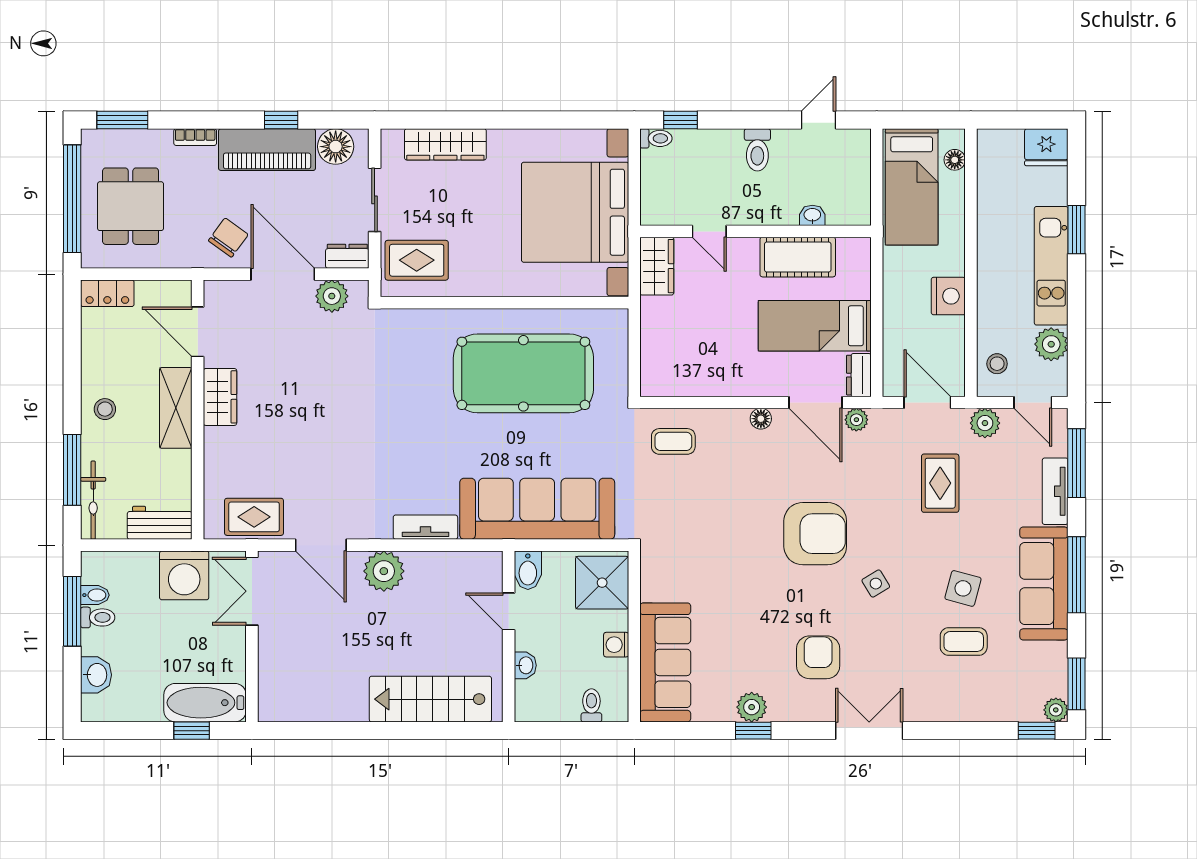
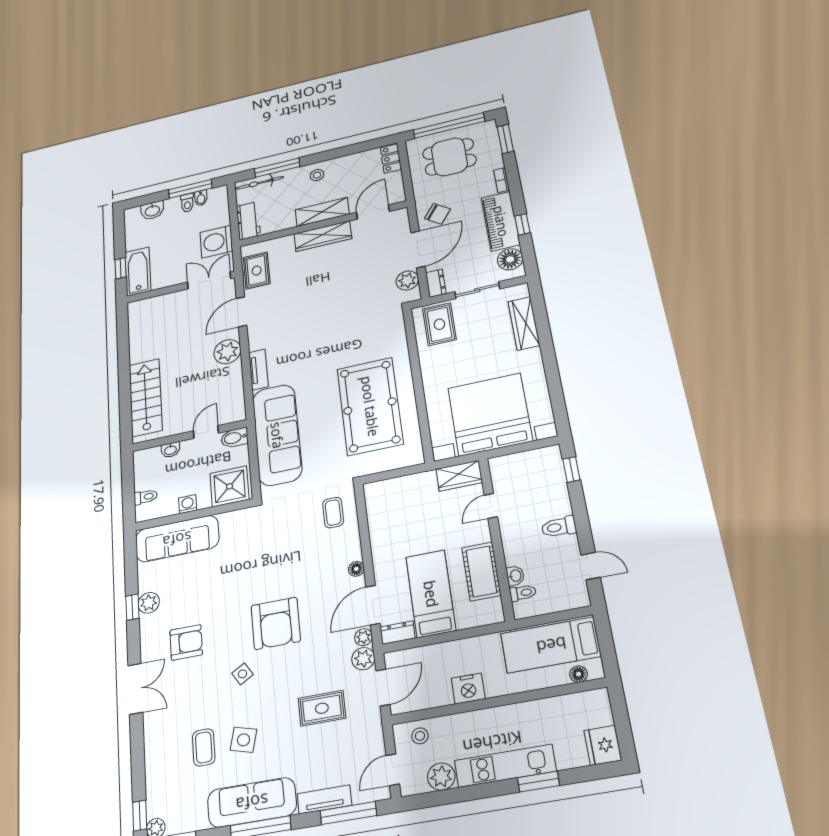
toilet: (656, 138) -> (523, 593), moved, turned -90
wardrobe: (220, 397) -> (323, 236), width x1.50
plant: (985, 423) -> (363, 659), moved

